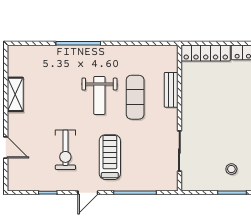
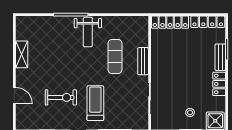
bench: (171, 90) -> (143, 61), moved
weight bench: (99, 95) -> (88, 32), moved
exercise bike: (65, 150) -> (61, 97), turned -90

